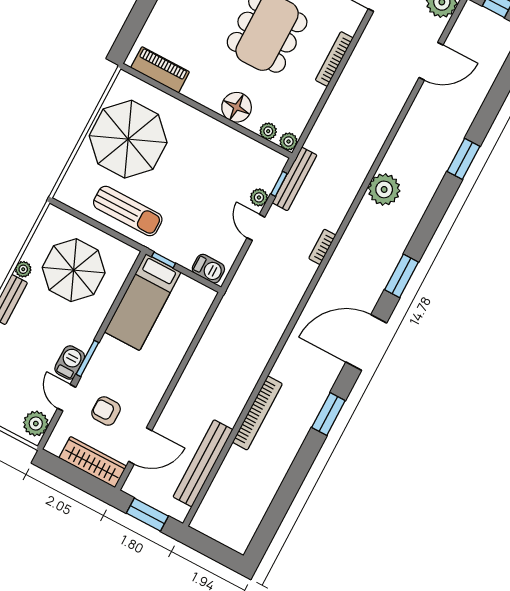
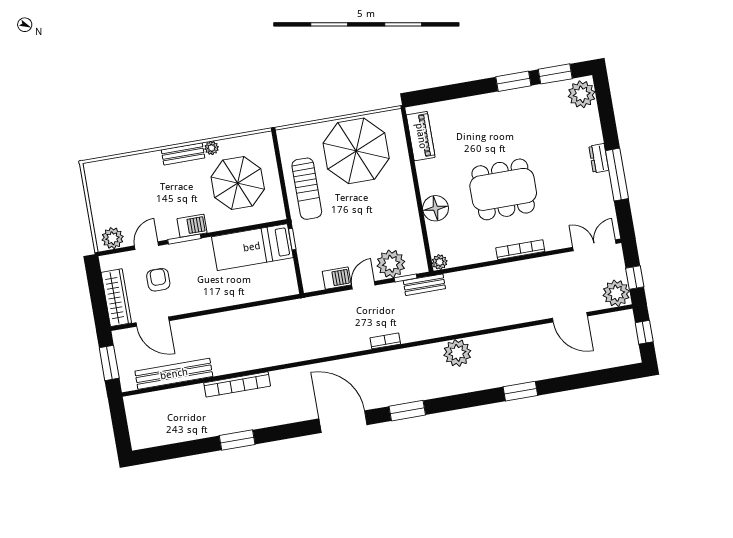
plant: (268, 131) -> (436, 243), removed
bench: (295, 179) -> (424, 285), width x0.73
plant: (259, 197) -> (391, 264), width x1.88, depth x1.88
barbecue: (208, 269) -> (337, 278), moved, turned -90
barbecue: (70, 363) -> (192, 226), moved
window: (328, 414) -> (237, 440), moved

